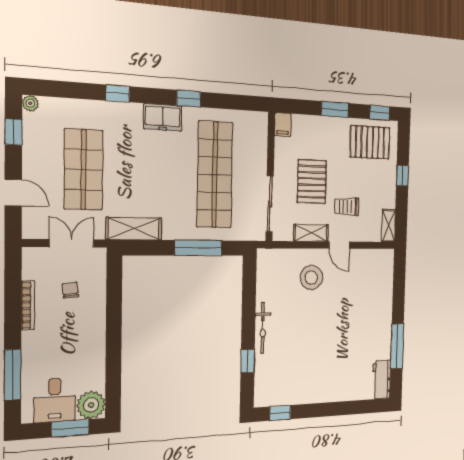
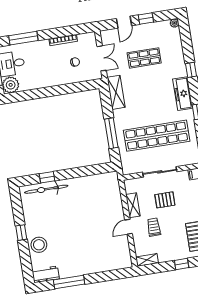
freezer: (163, 117) -> (183, 94), width x1.40
window: (13, 132) -> (146, 19), moved
shop shelf: (84, 170) -> (144, 58), width x0.70, depth x0.74
pallet: (312, 182) -> (165, 200), width x0.67, depth x0.71
sliding door: (270, 204) -> (160, 172), moved
stool: (311, 278) -> (39, 245), moved
bicycle: (263, 328) -> (46, 189), moved, width x1.37, depth x1.40
window: (280, 413) -> (21, 233), moved

